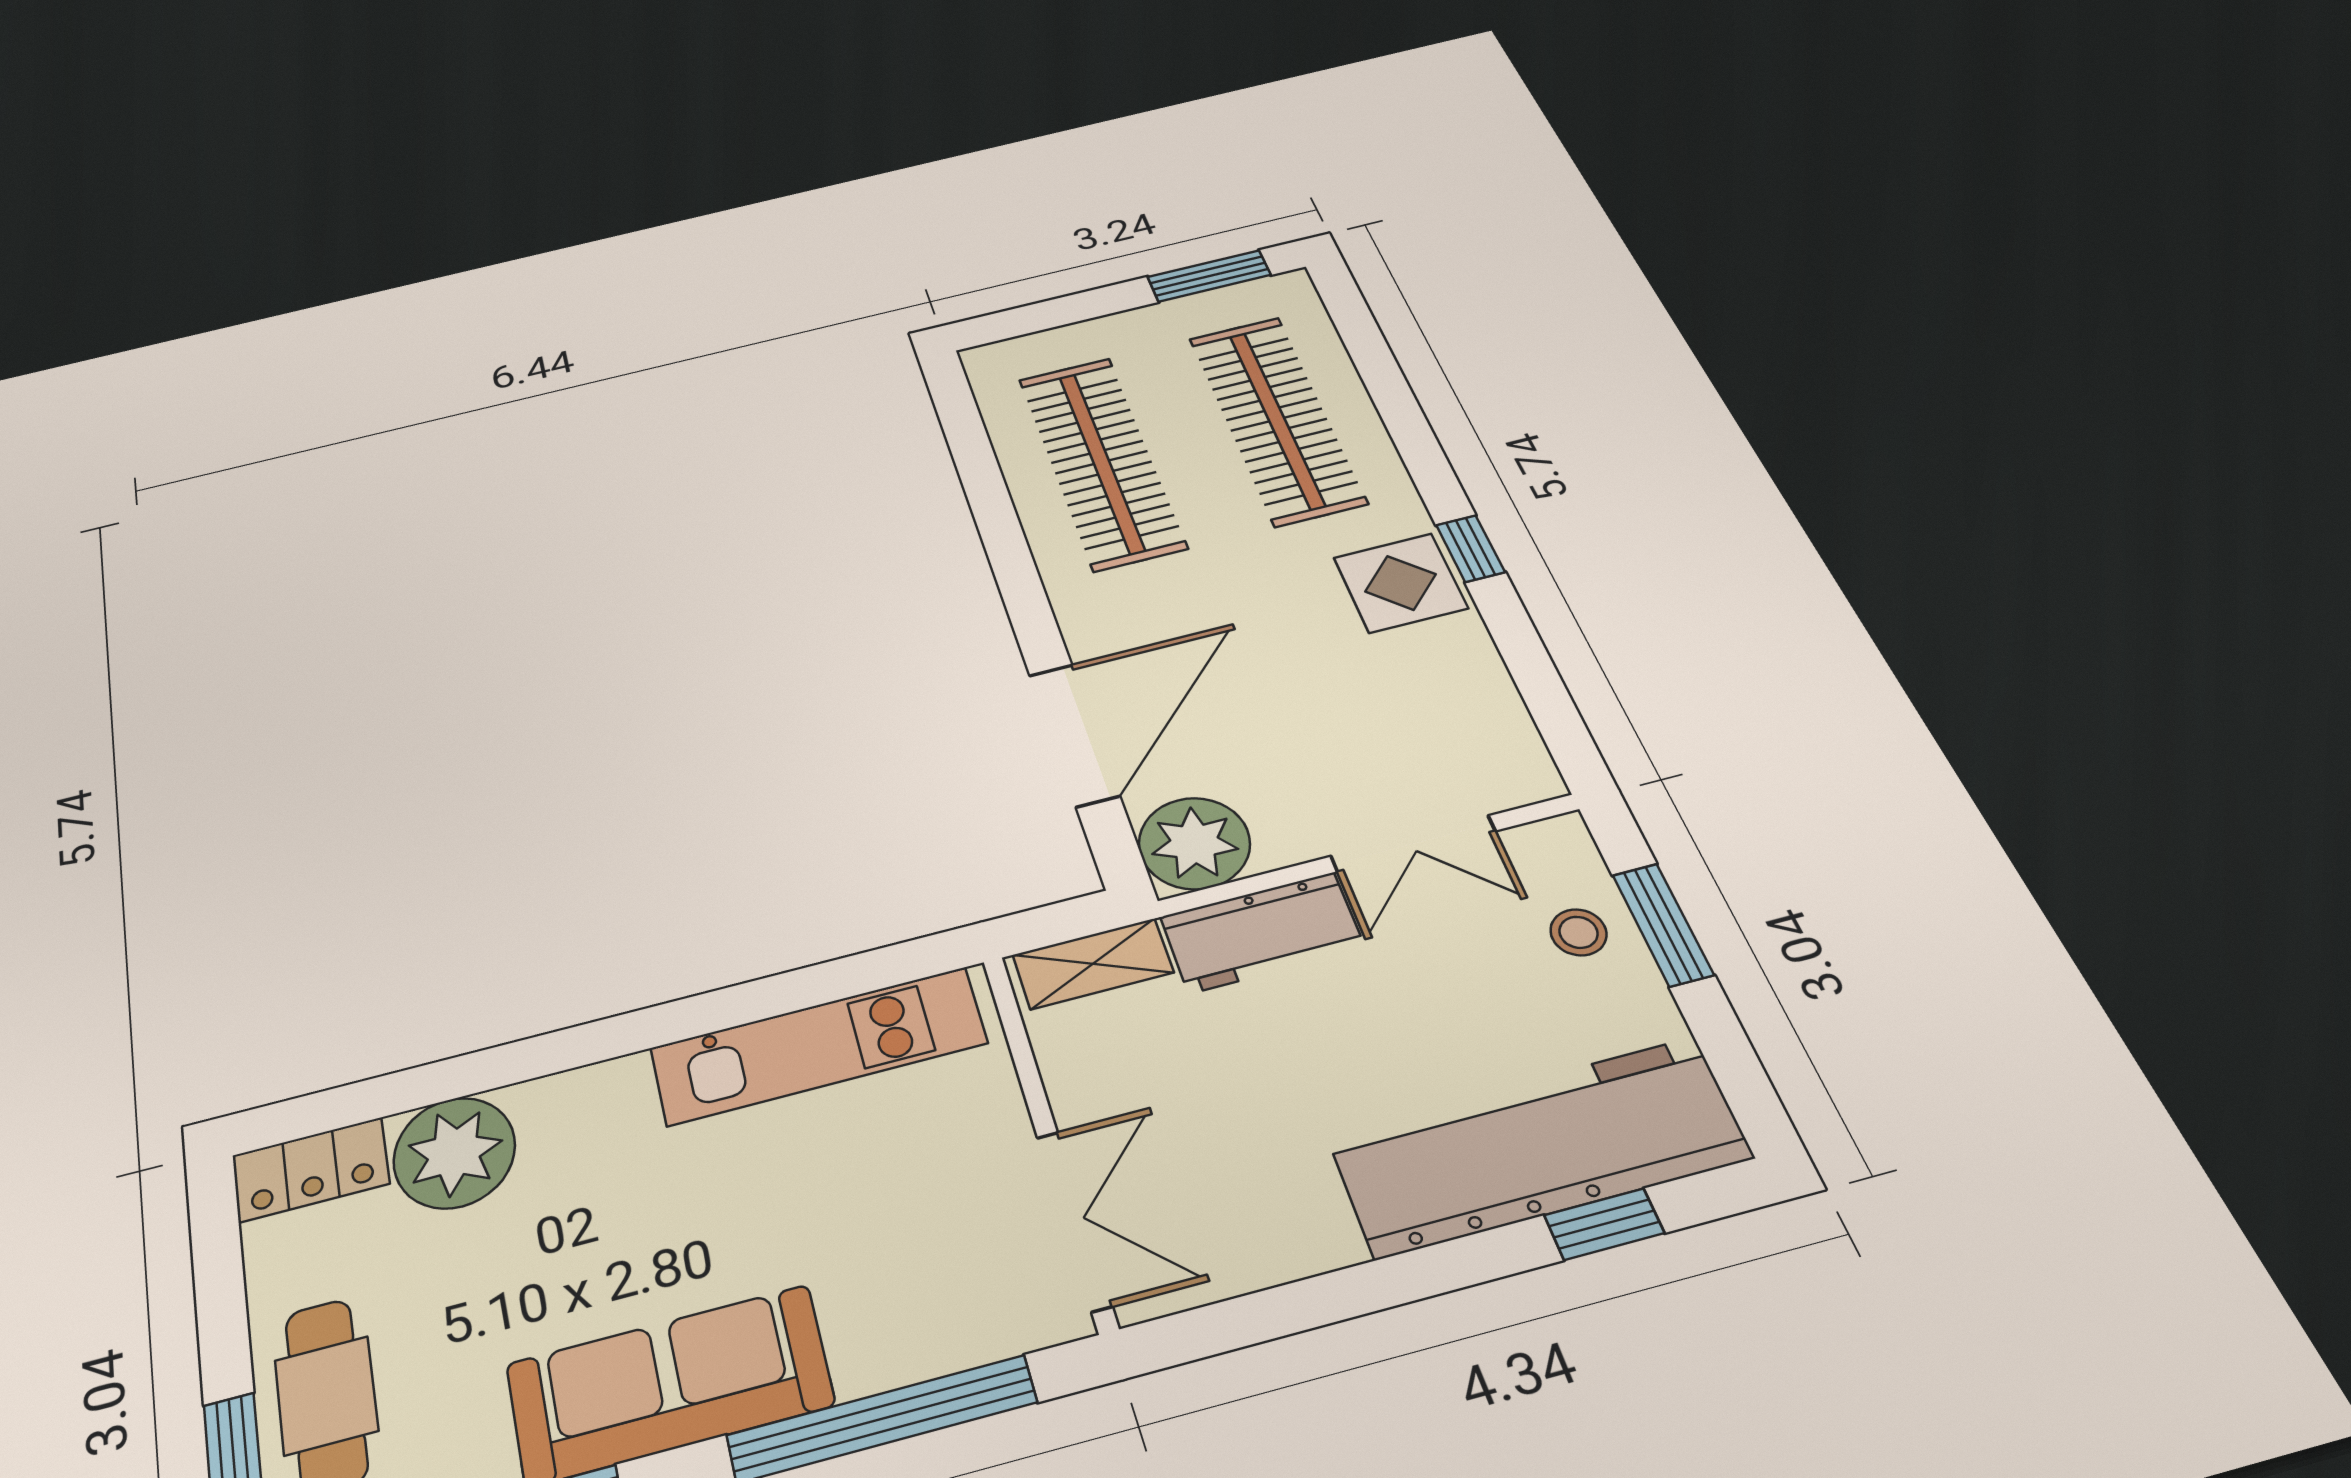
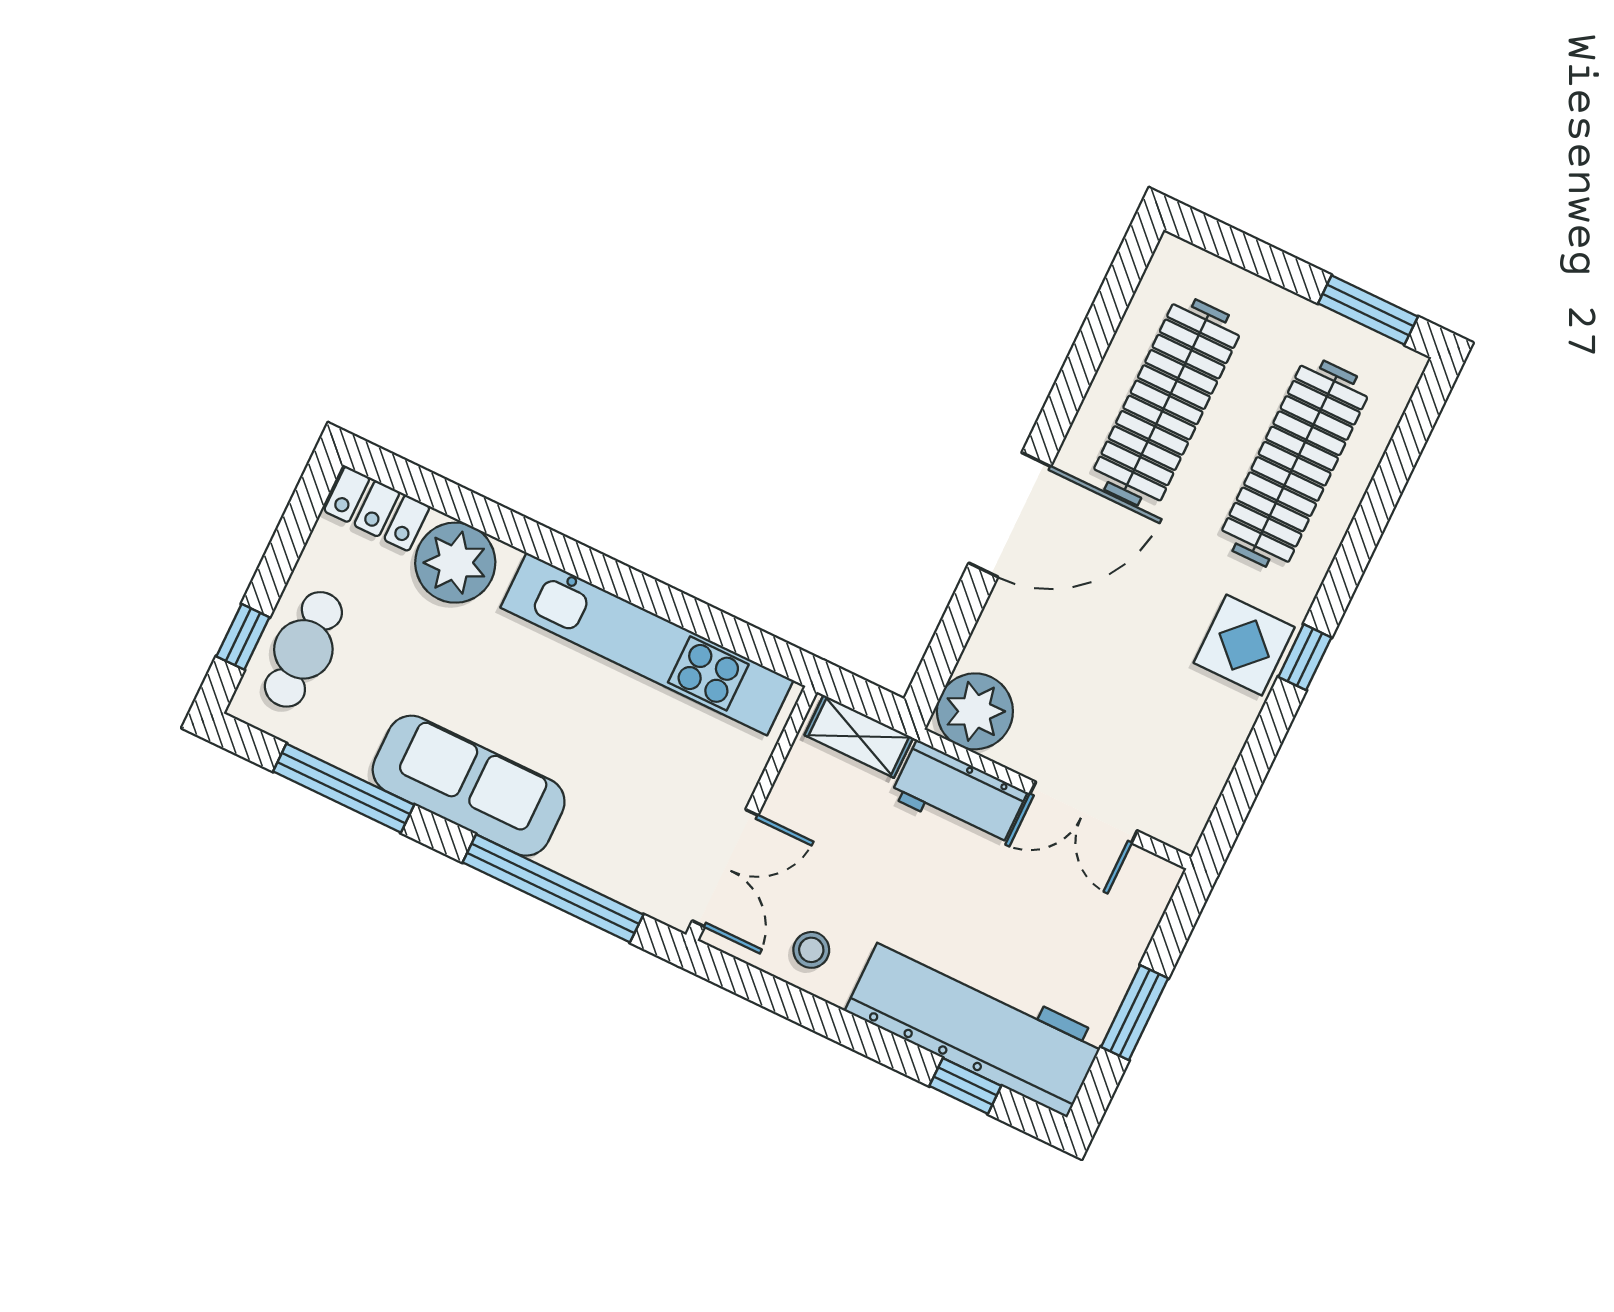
door: (1074, 735) -> (1010, 515), moved
window: (1663, 925) -> (1135, 1013), moved
stool: (1578, 932) -> (811, 950), moved
kitchen unit: (818, 1046) -> (647, 644), width x1.36

